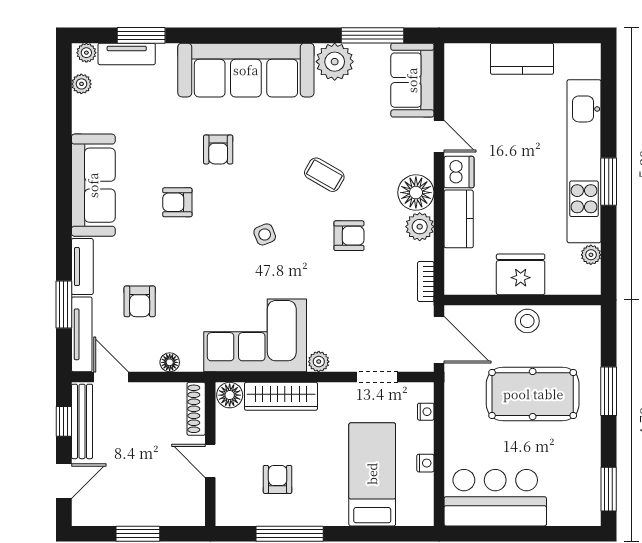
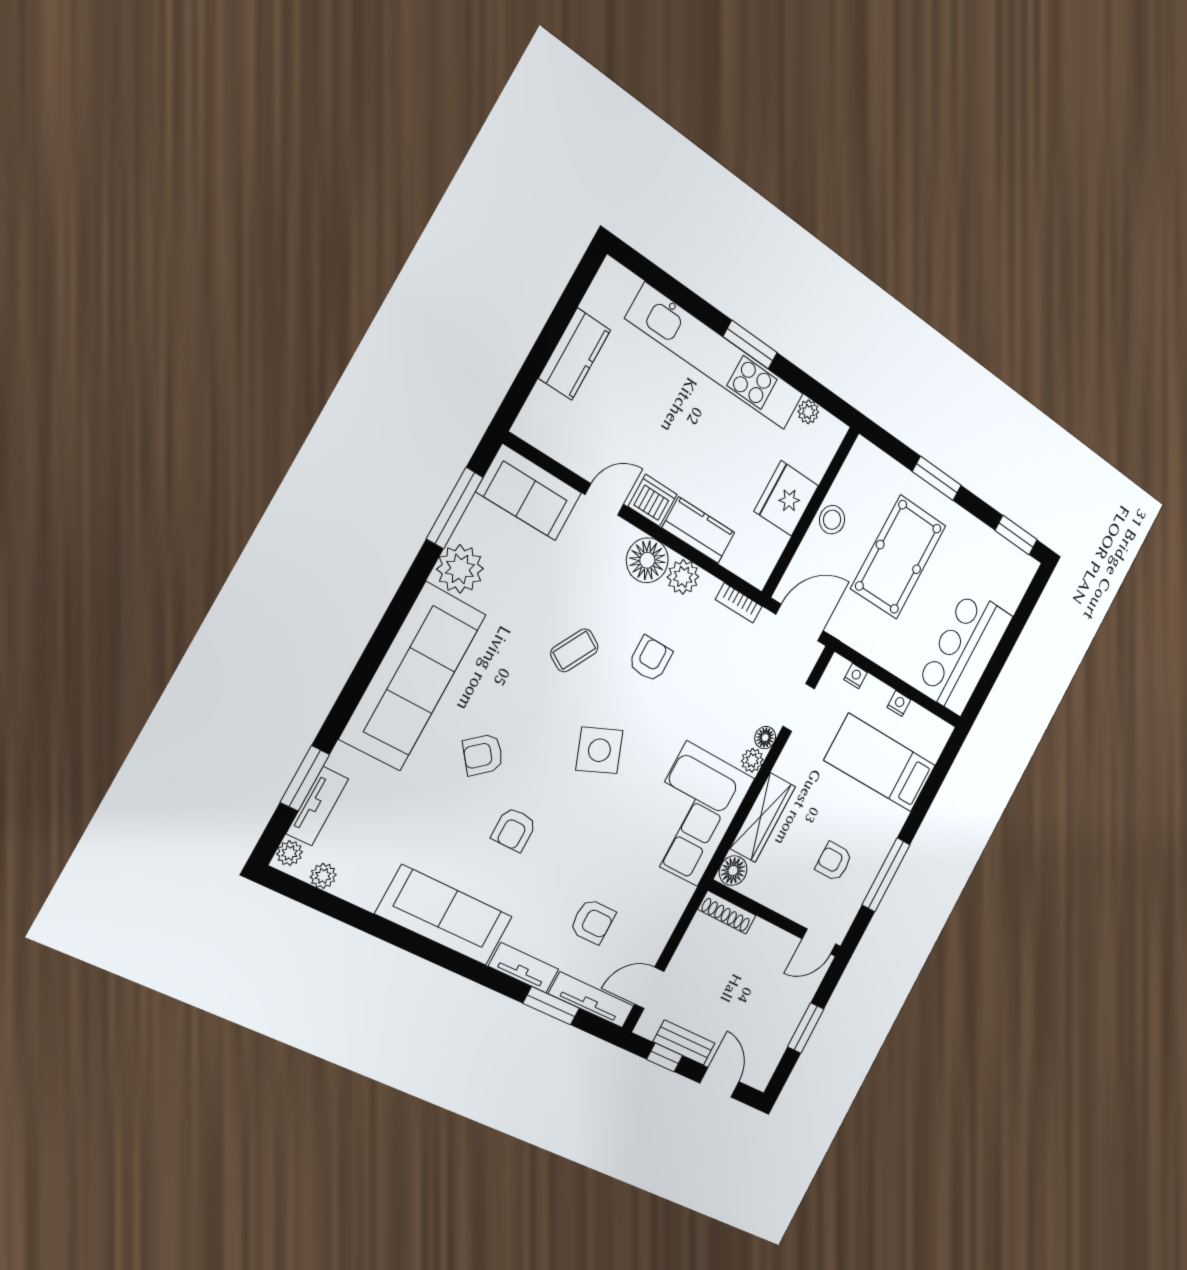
armchair: (218, 149) -> (483, 755), turned 141
side table: (265, 234) -> (599, 750), width x1.87, depth x1.87
floor lamp: (170, 362) -> (765, 738), moved
bench: (82, 421) -> (684, 1042), width x0.73
door: (210, 461) -> (819, 941), moved

